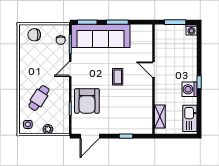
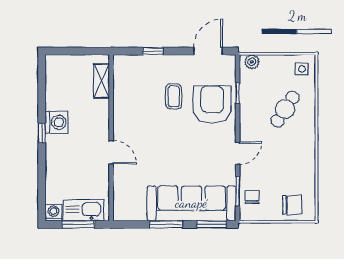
coffee table: (118, 77) -> (174, 96), moved
kitchen sink: (190, 118) -> (83, 210), moved, turned -90
plant: (48, 129) -> (252, 62), moved

